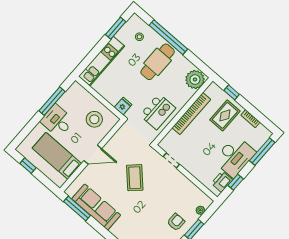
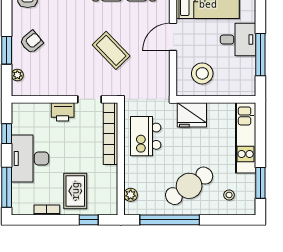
window: (168, 37) -> (170, 220), moved
cafe table: (158, 62) -> (189, 186), turned 56
plant: (195, 80) -> (131, 195), width x0.53, depth x0.53
fridge: (123, 106) -> (192, 115), width x1.88, depth x1.34
bookcase: (191, 114) -> (111, 134), moved
printer: (222, 182) -> (63, 112), moved, turned 90
armchair: (176, 222) -> (31, 42), turned -130

